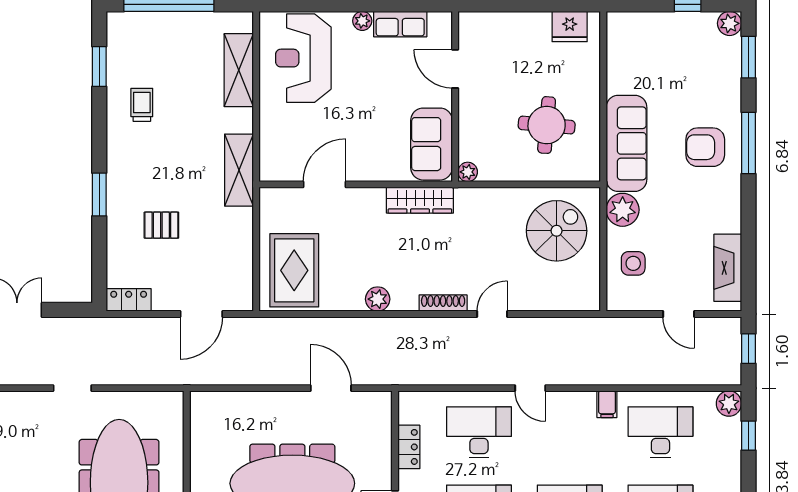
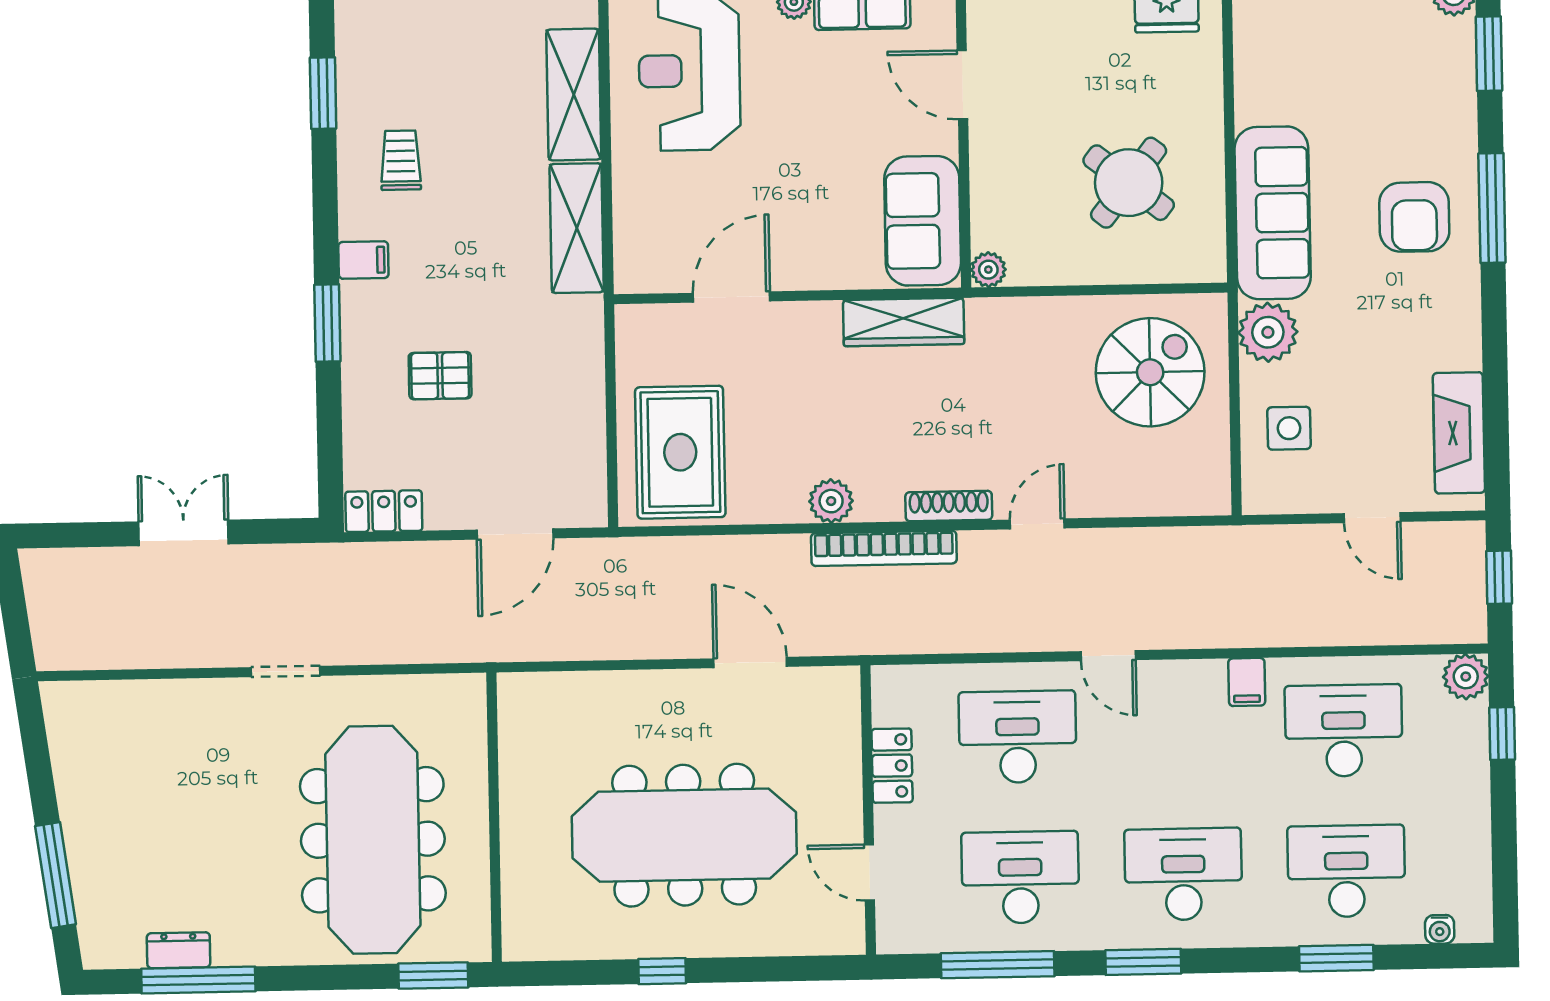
round table: (547, 125) -> (1129, 183), turned 33
armchair: (705, 147) -> (1414, 217), turned -90
filing cabinet: (120, 160) -> (363, 260), added
shelving: (239, 170) -> (577, 228), moved
bookcase: (407, 326) -> (884, 548), added

